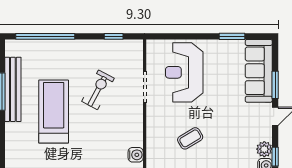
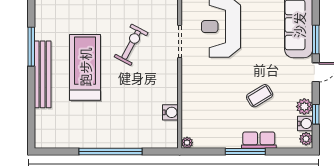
bench: (13, 89) -> (43, 74), moved
coffee table: (190, 138) -> (260, 96), moved

